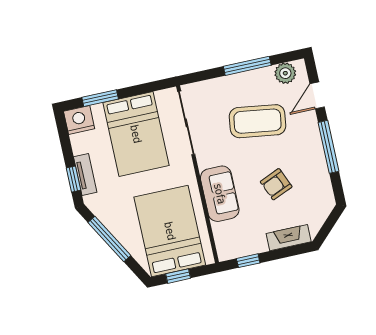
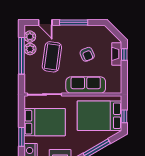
window: (247, 66) -> (22, 56), width x1.46
plant: (263, 78) -> (30, 49), added
sofa: (220, 194) -> (86, 85), width x1.36
window: (248, 261) -> (124, 55), moved

